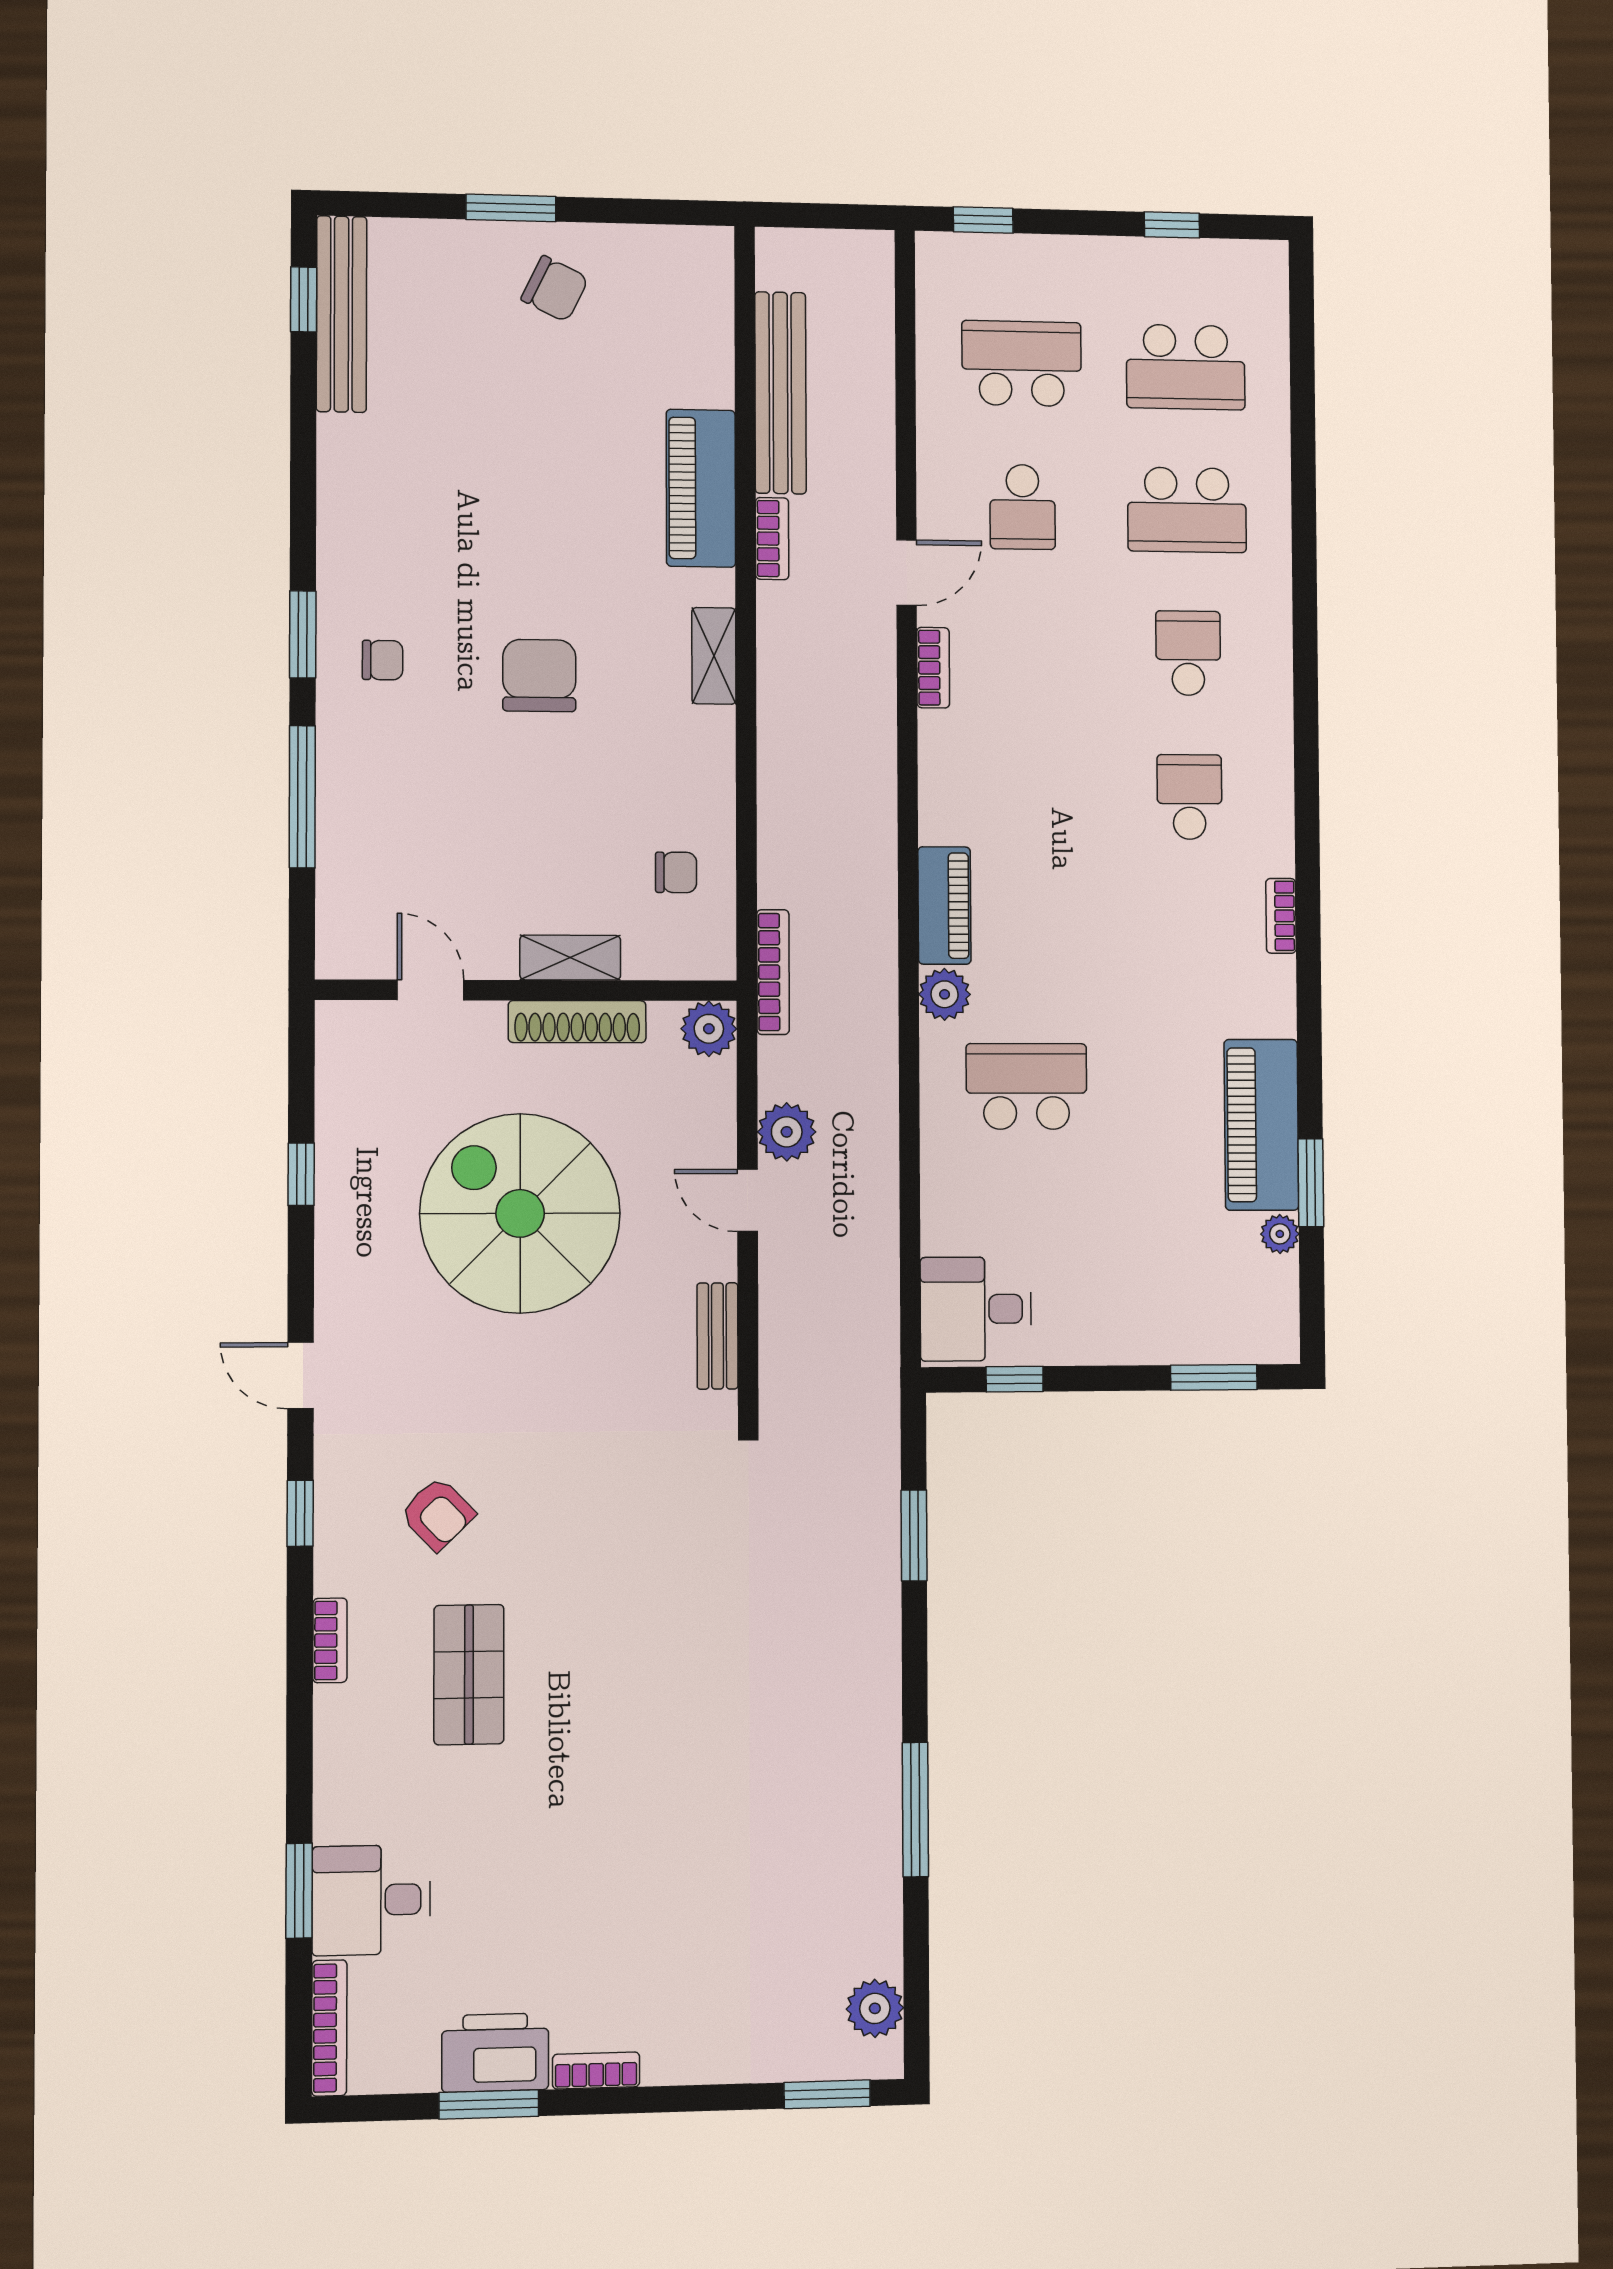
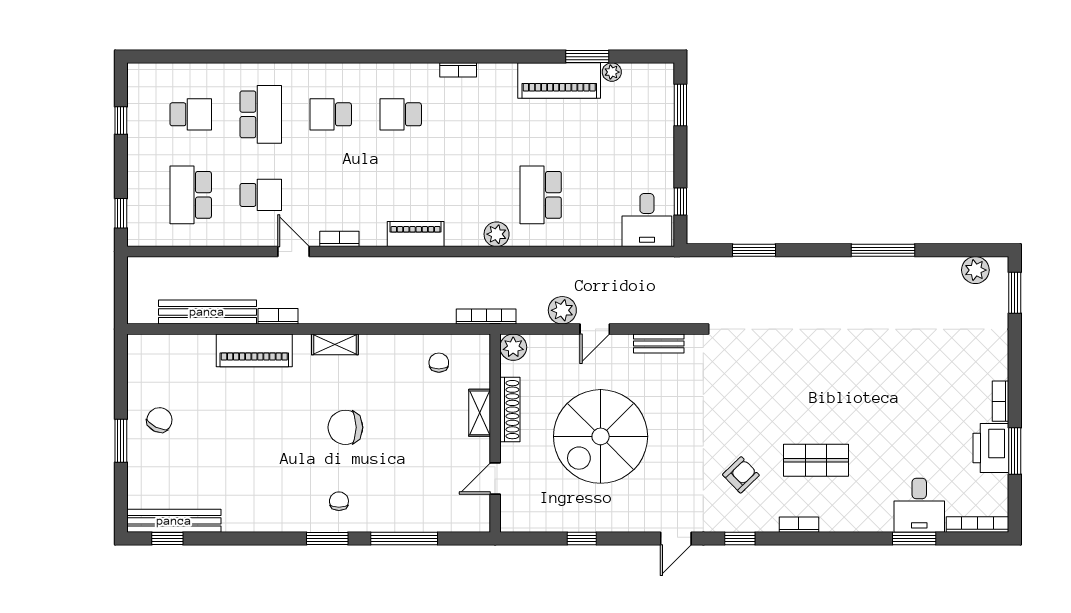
school desk: (1186, 367) -> (191, 114), width x0.54
piano: (944, 906) -> (416, 234), moved

